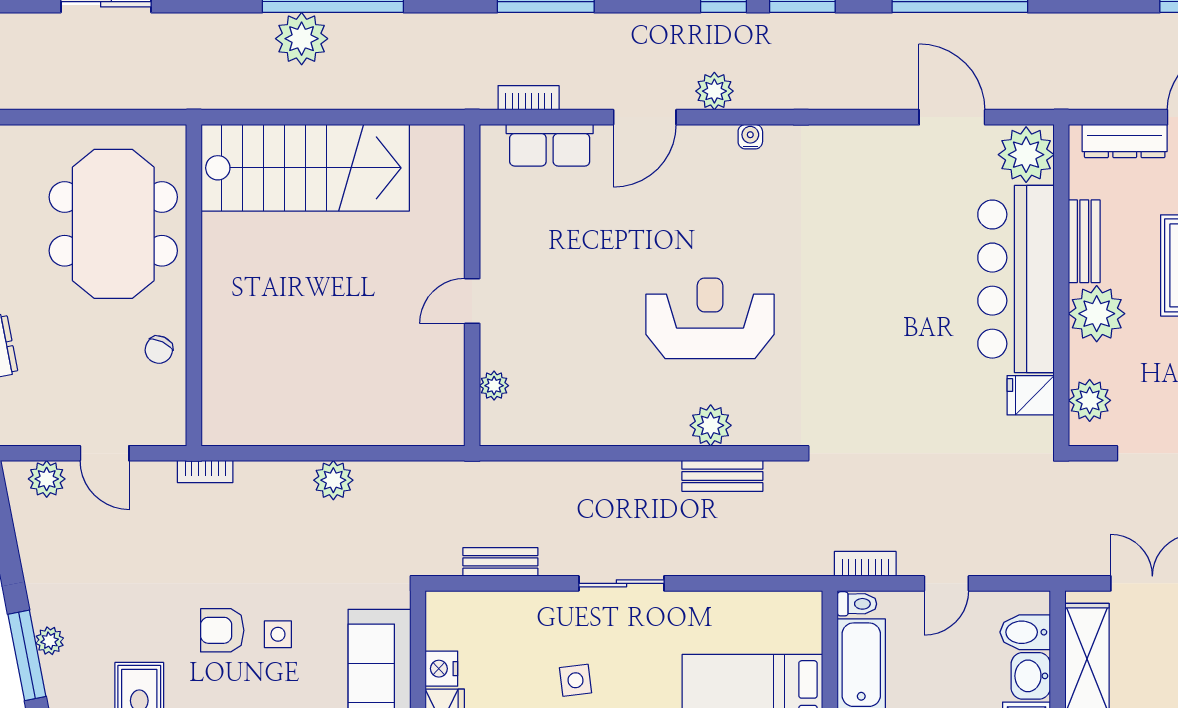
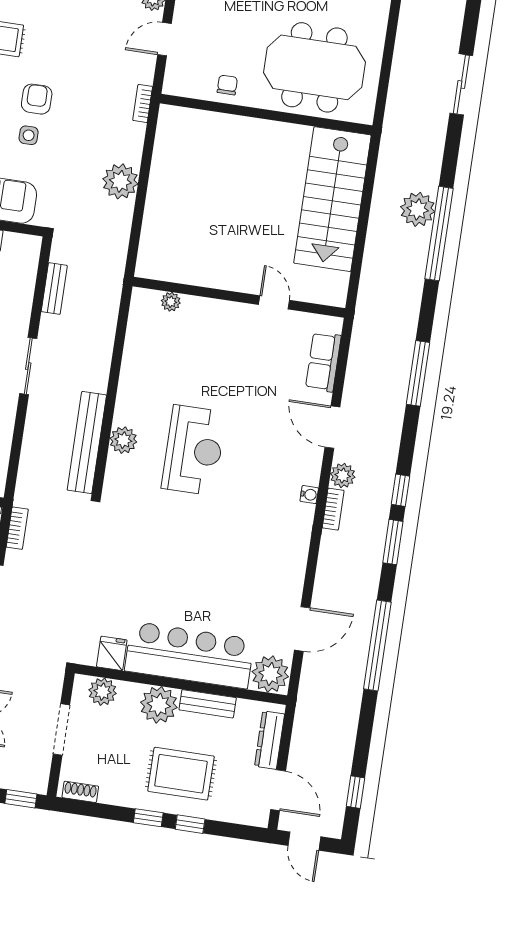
bookcase: (529, 98) -> (333, 509), moved
door: (472, 301) -> (274, 302), moved
chair: (159, 350) -> (227, 85), turned 65
bench: (722, 476) -> (87, 443), width x1.86, depth x1.21
plant: (333, 480) -> (120, 181), width x1.36, depth x1.36

